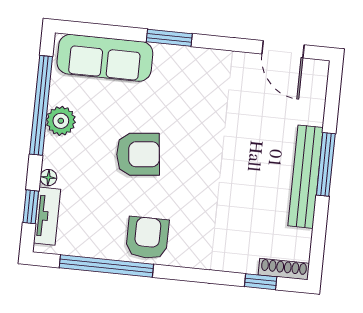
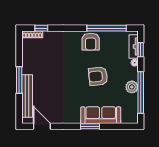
sofa: (105, 58) -> (101, 115), moved
bench: (305, 177) -> (27, 96), moved

